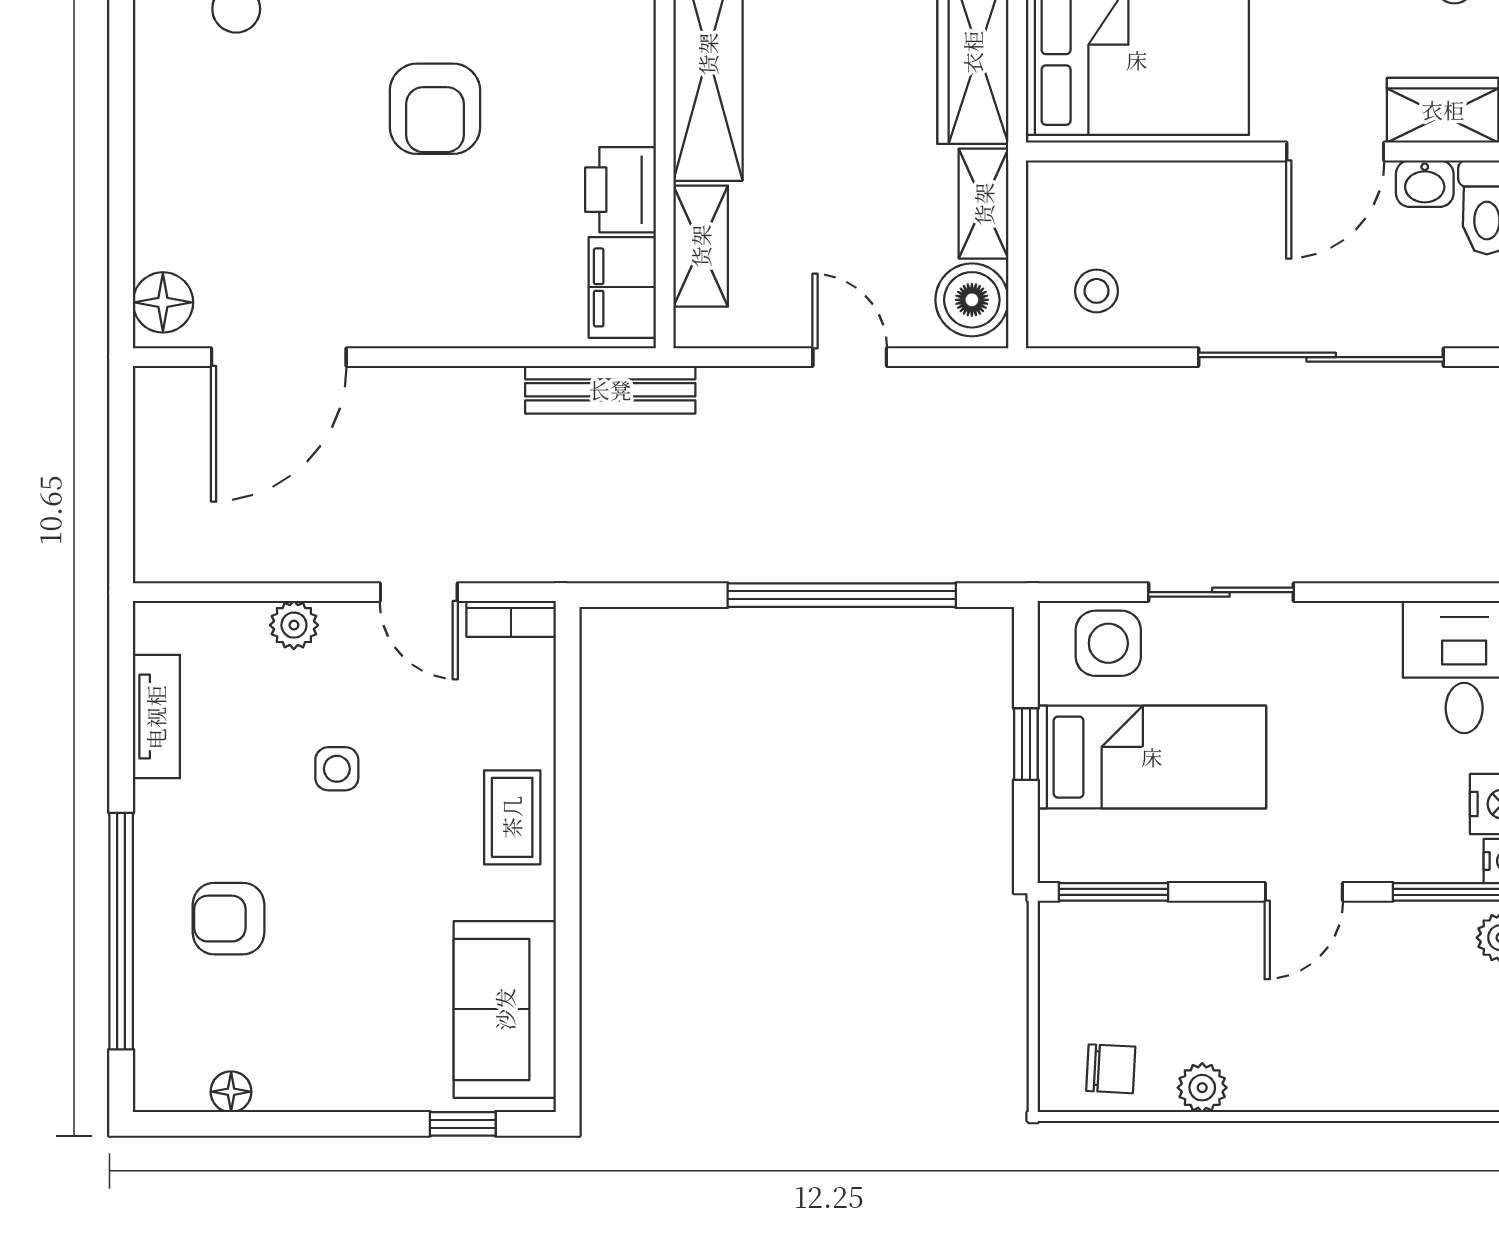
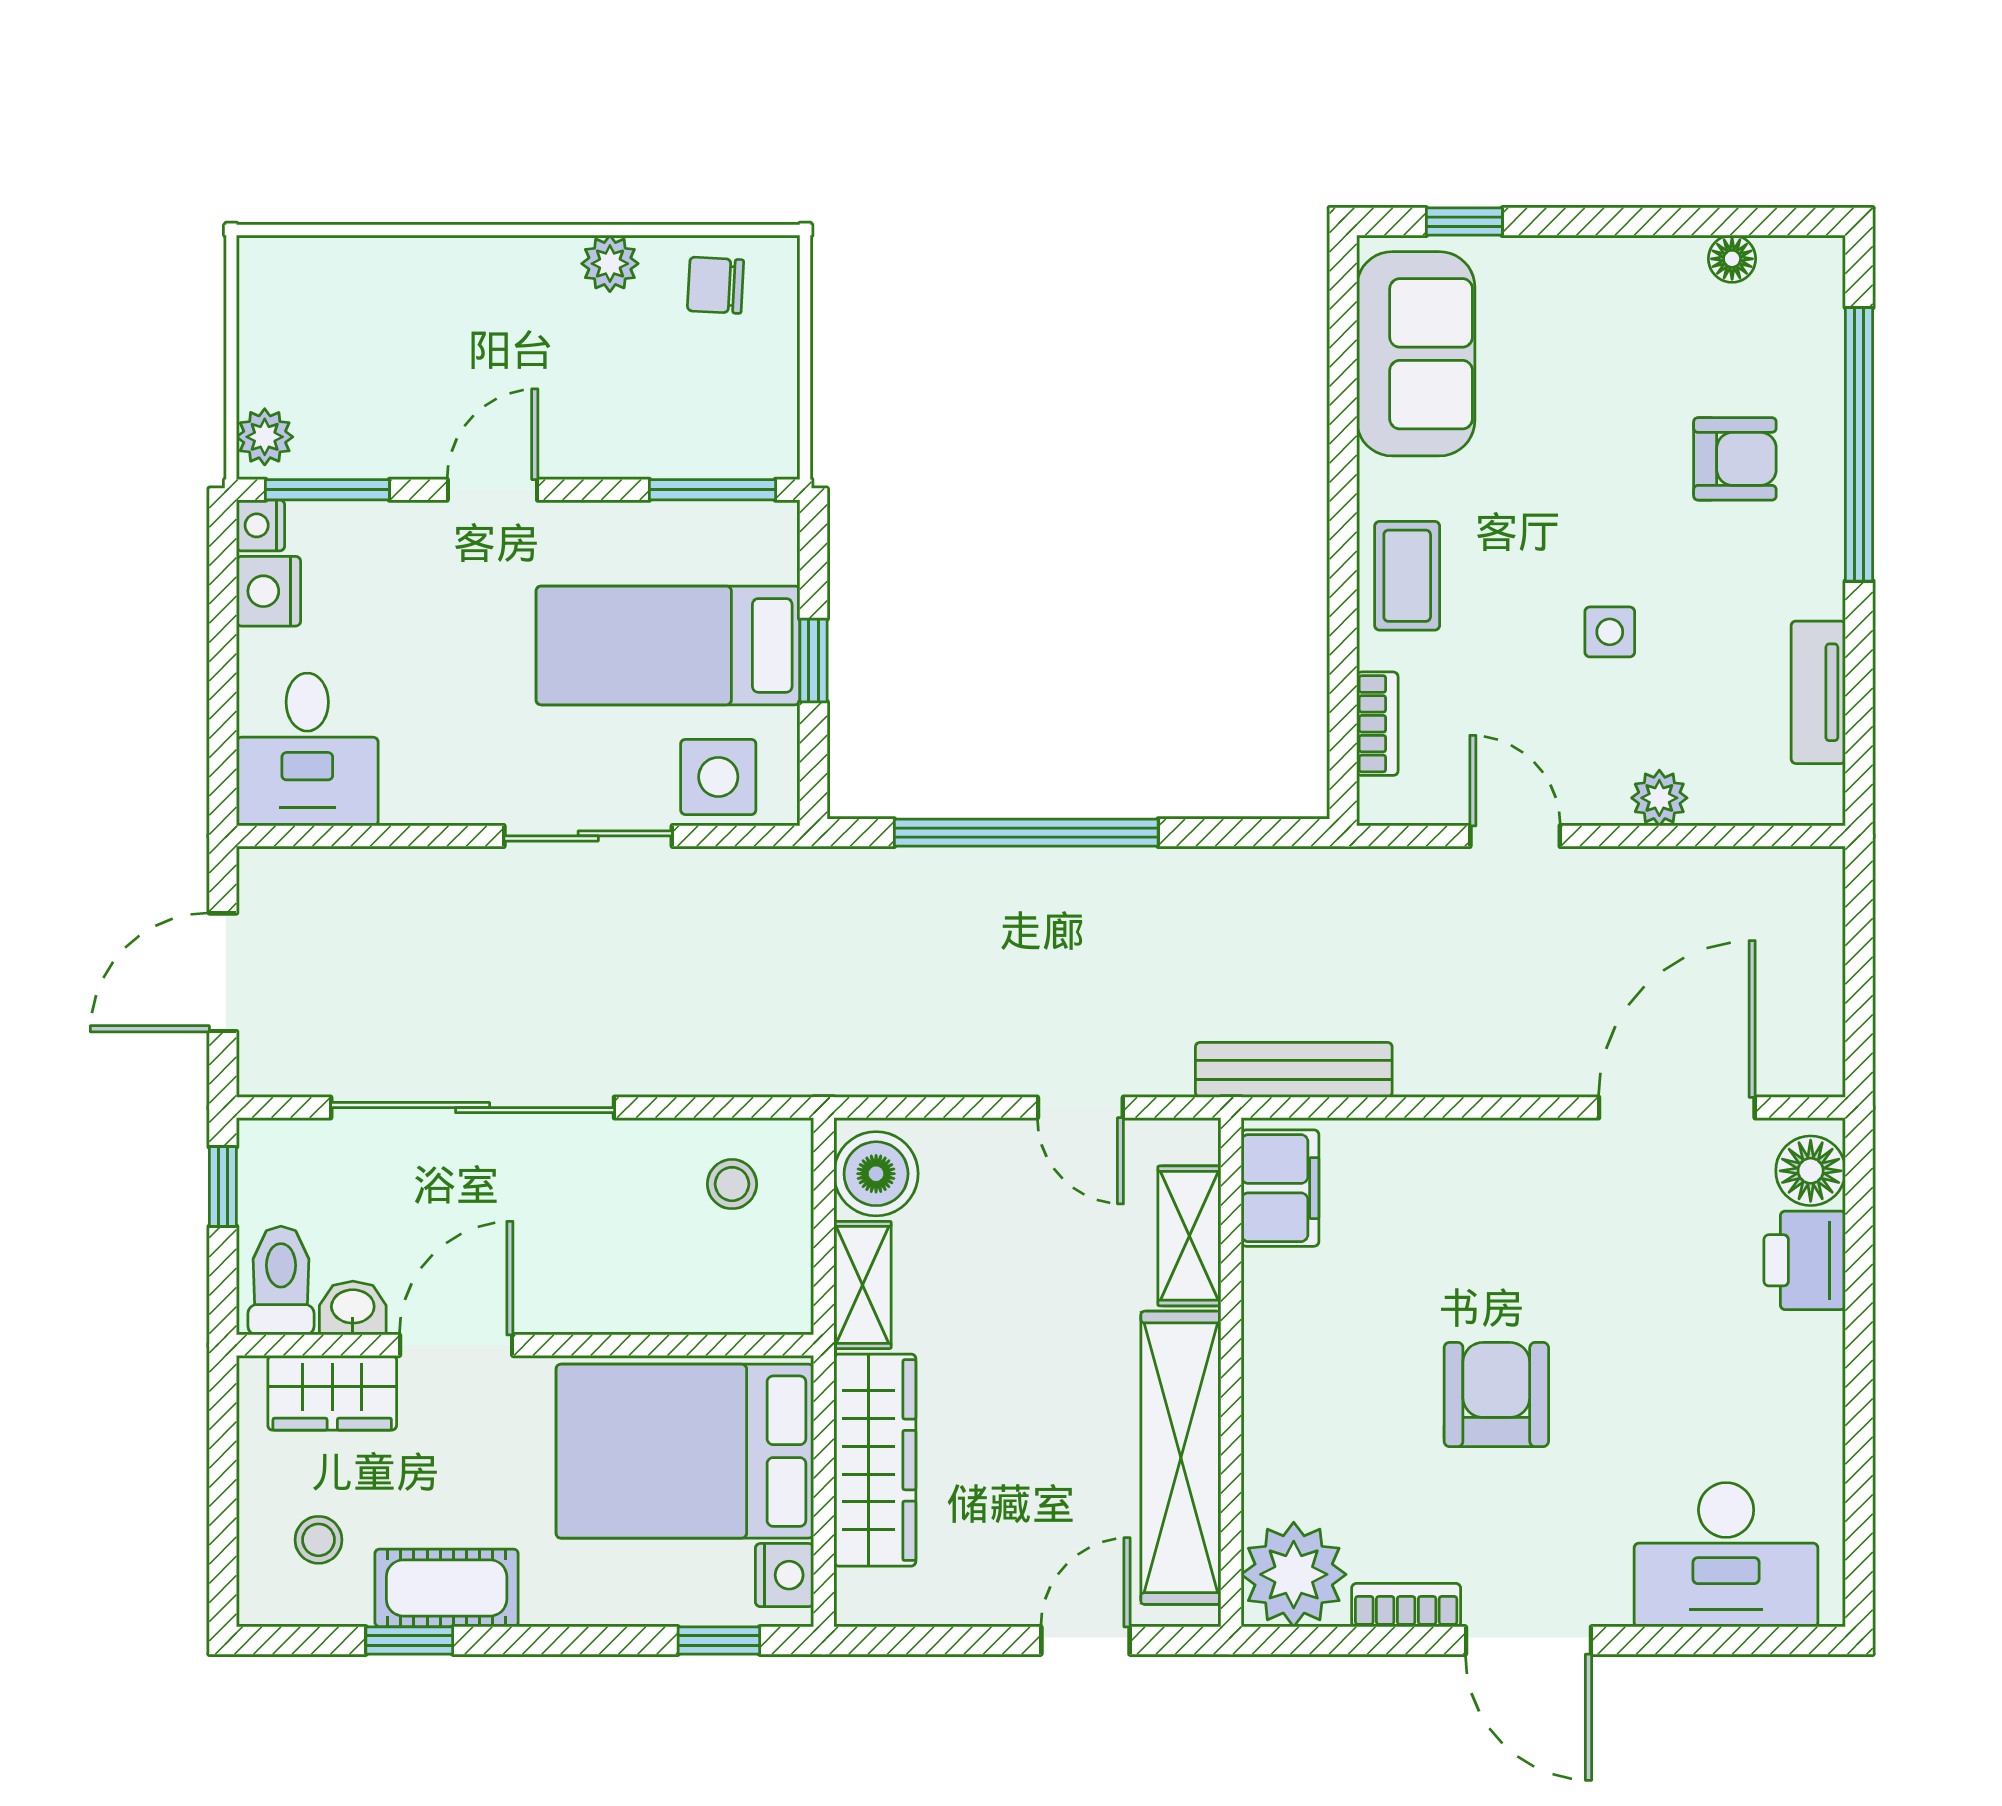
printer: (620, 190) -> (1805, 1260), moved, turned 180
door: (850, 357) -> (1080, 1108), moved
bookcase: (511, 619) -> (1377, 724), moved, turned 90

